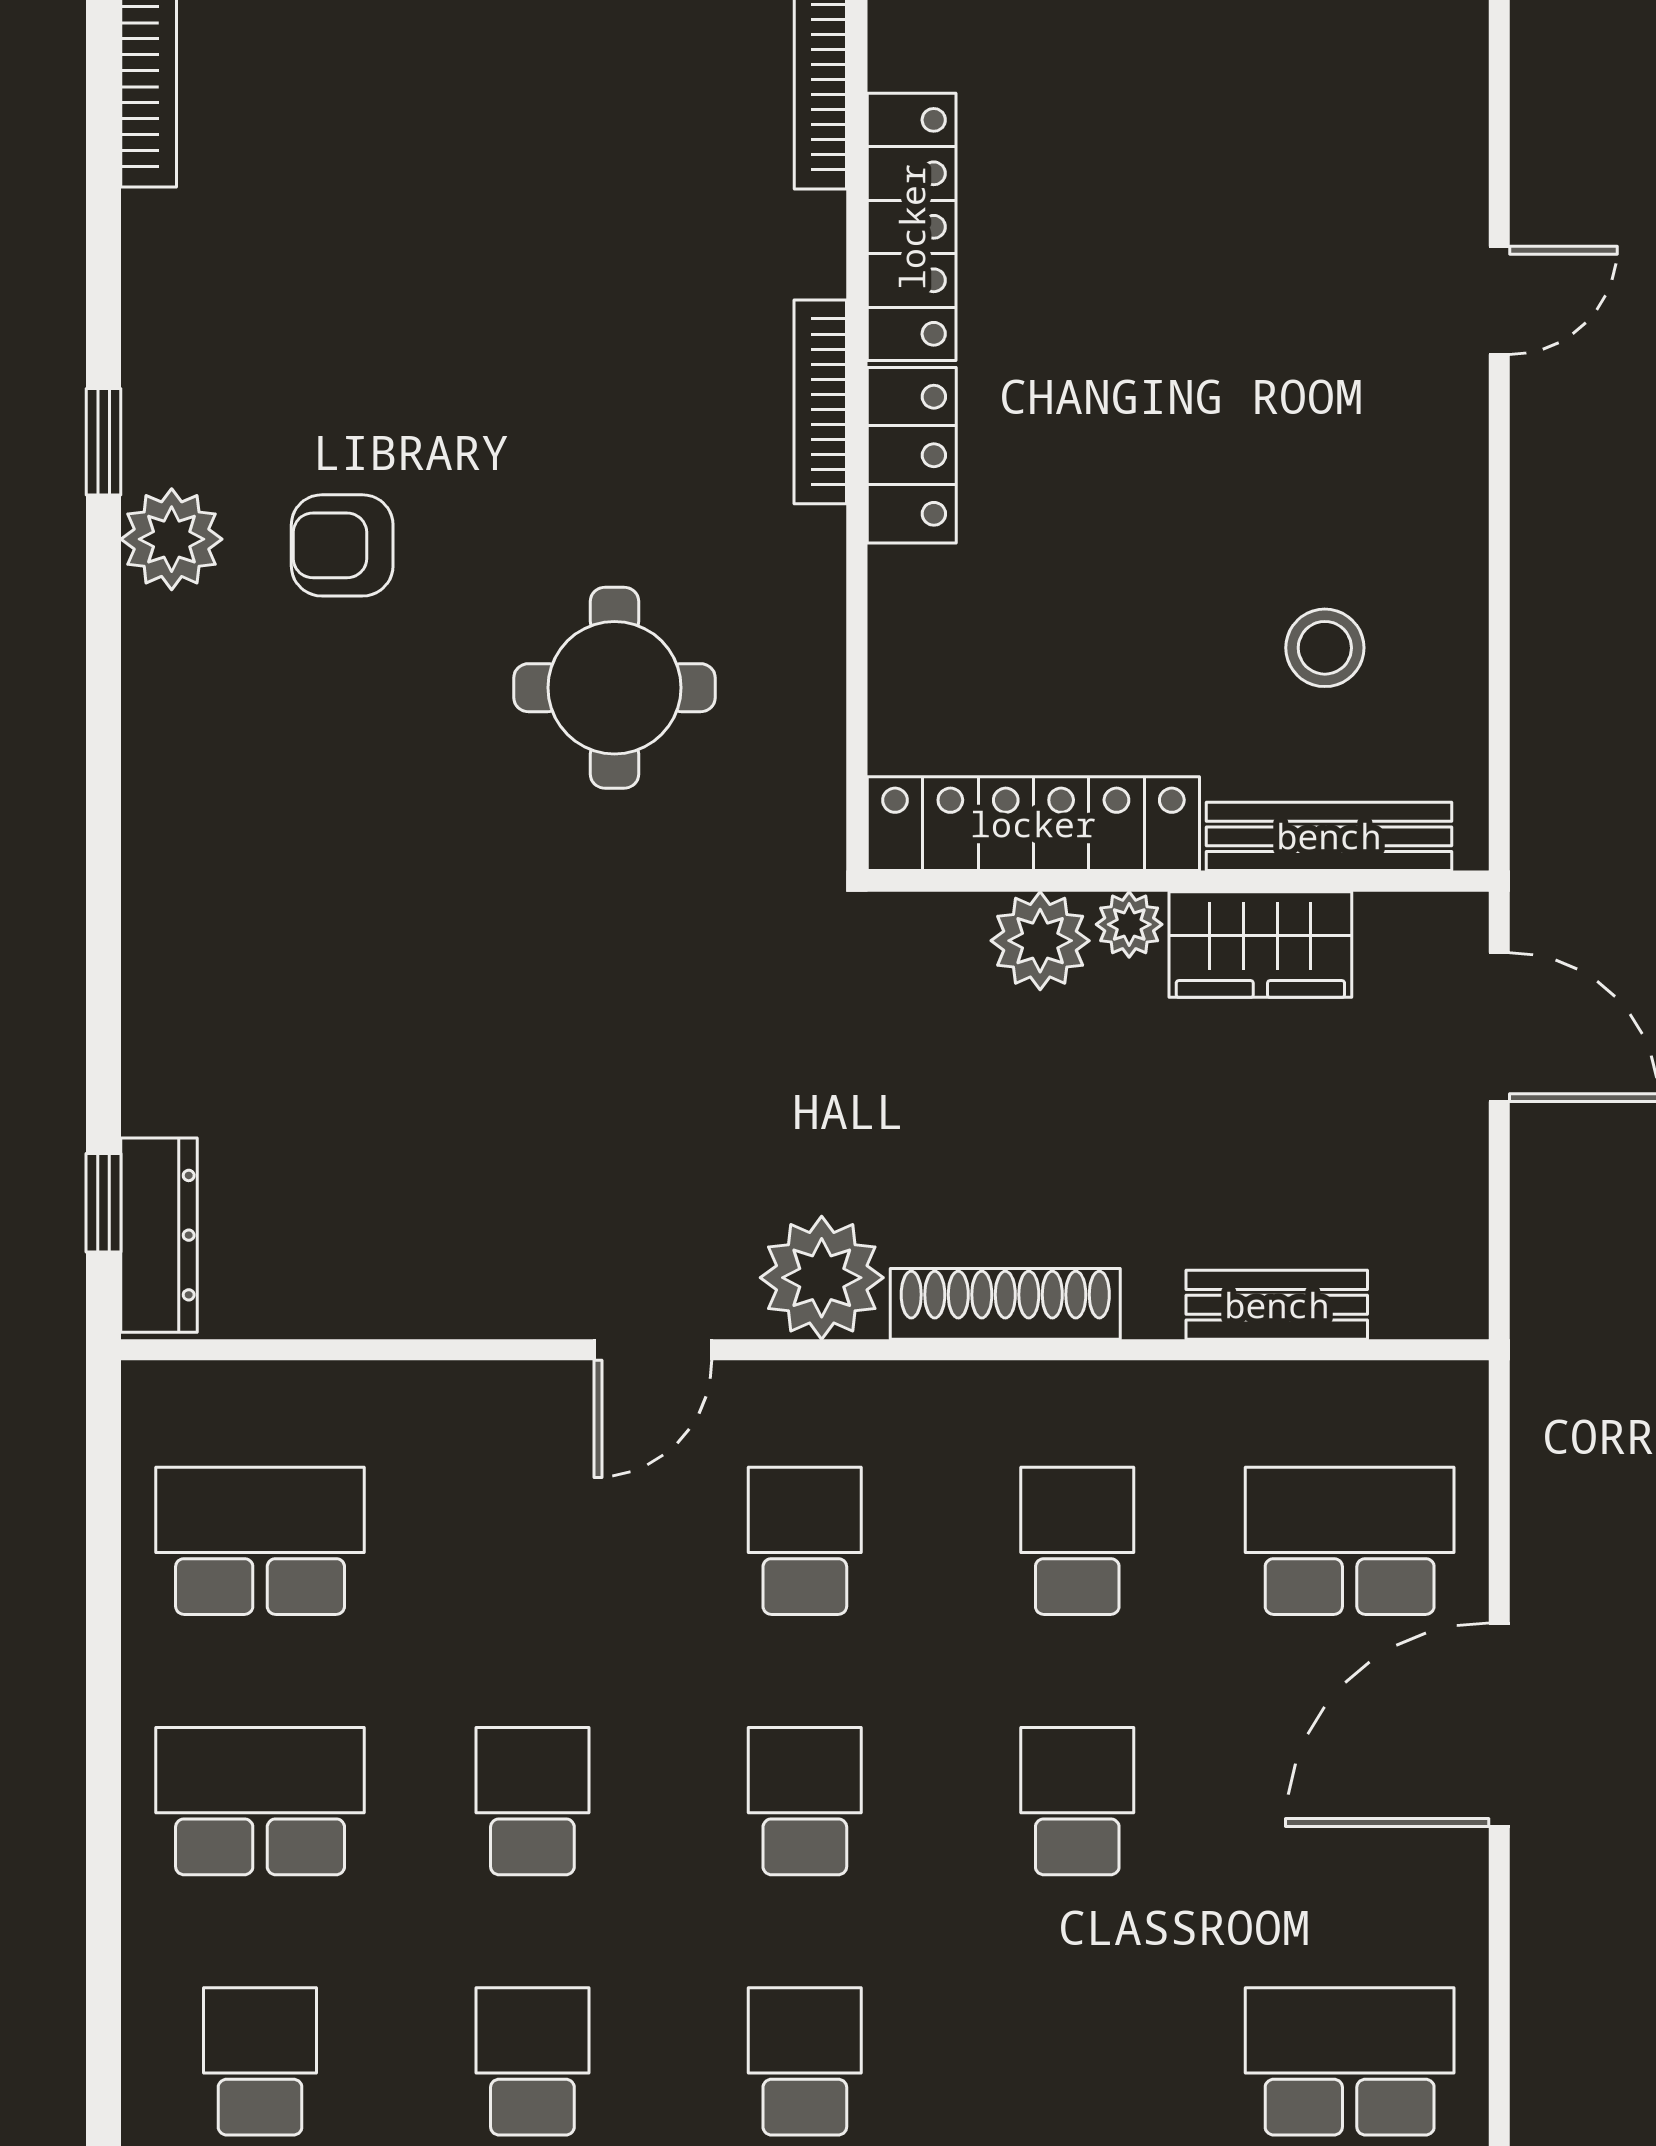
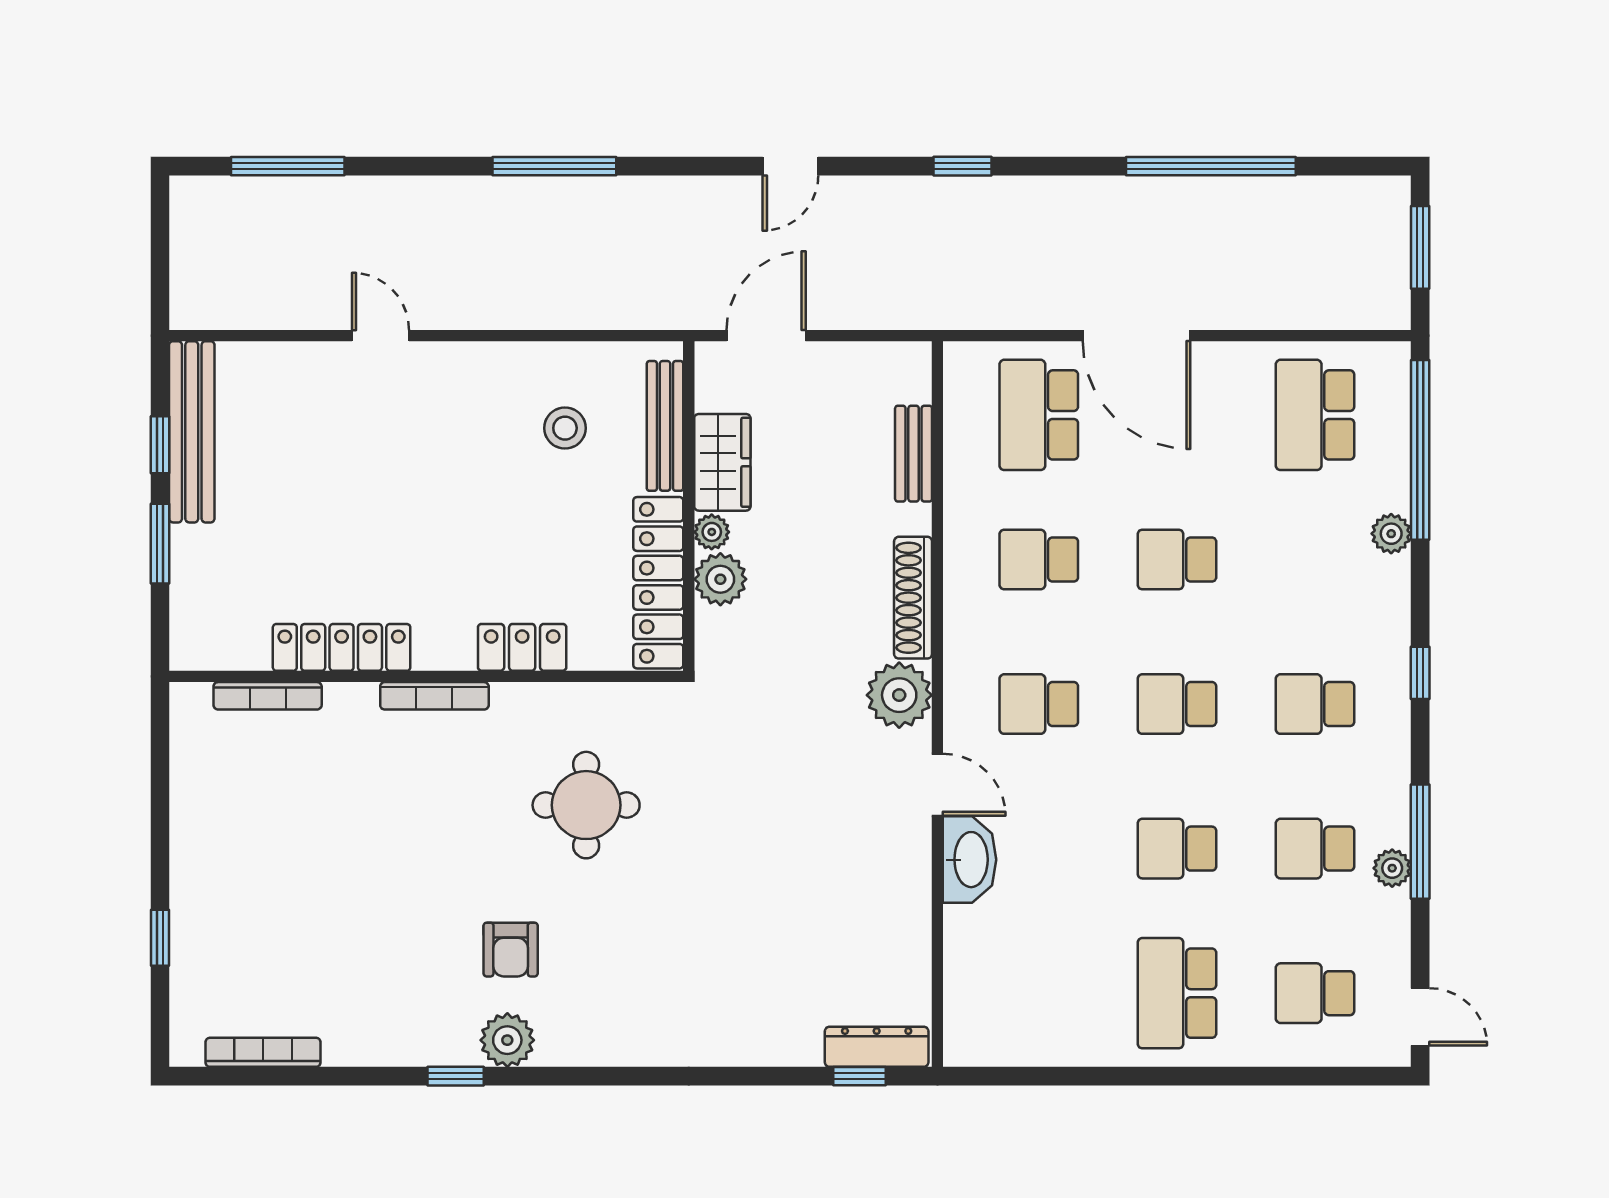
locker: (912, 455) -> (522, 647), moved
washbasin: (512, 1410) -> (970, 860), added
school desk: (260, 1541) -> (1039, 993), removed

